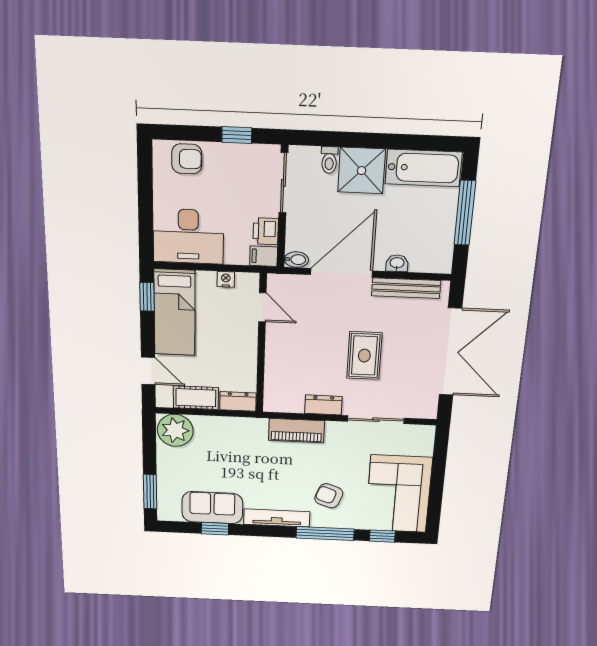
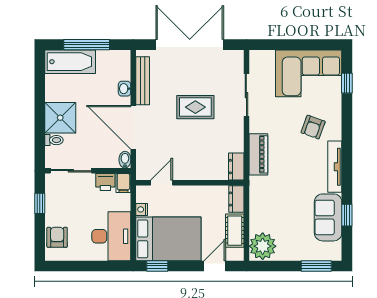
bathtub: (424, 168) -> (70, 62), moved, turned 90
bed: (175, 313) -> (168, 239), width x1.50
dresser: (323, 405) -> (236, 167), moved
window: (325, 534) -> (347, 128), removed

